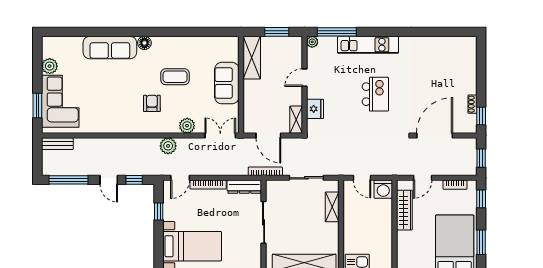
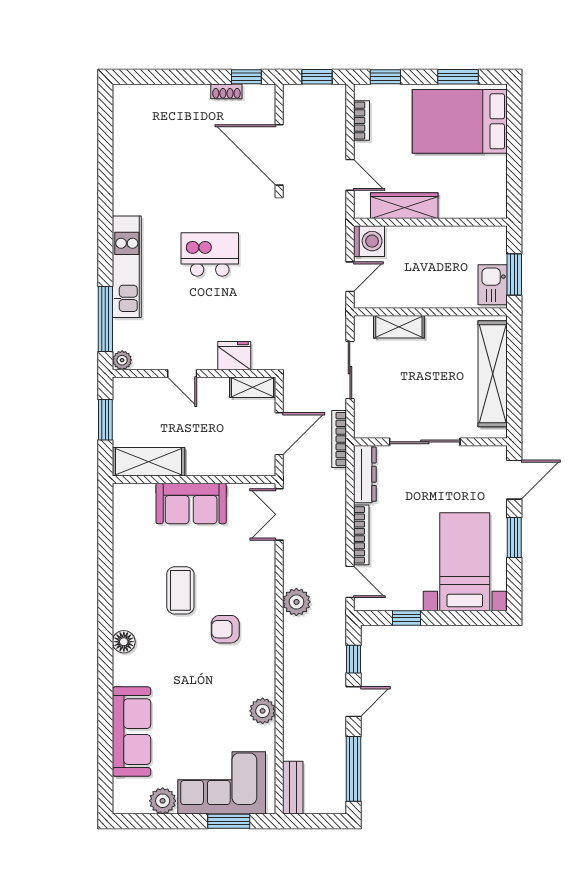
sofa: (110, 48) -> (132, 732), moved
plant: (187, 126) -> (263, 711), moved

